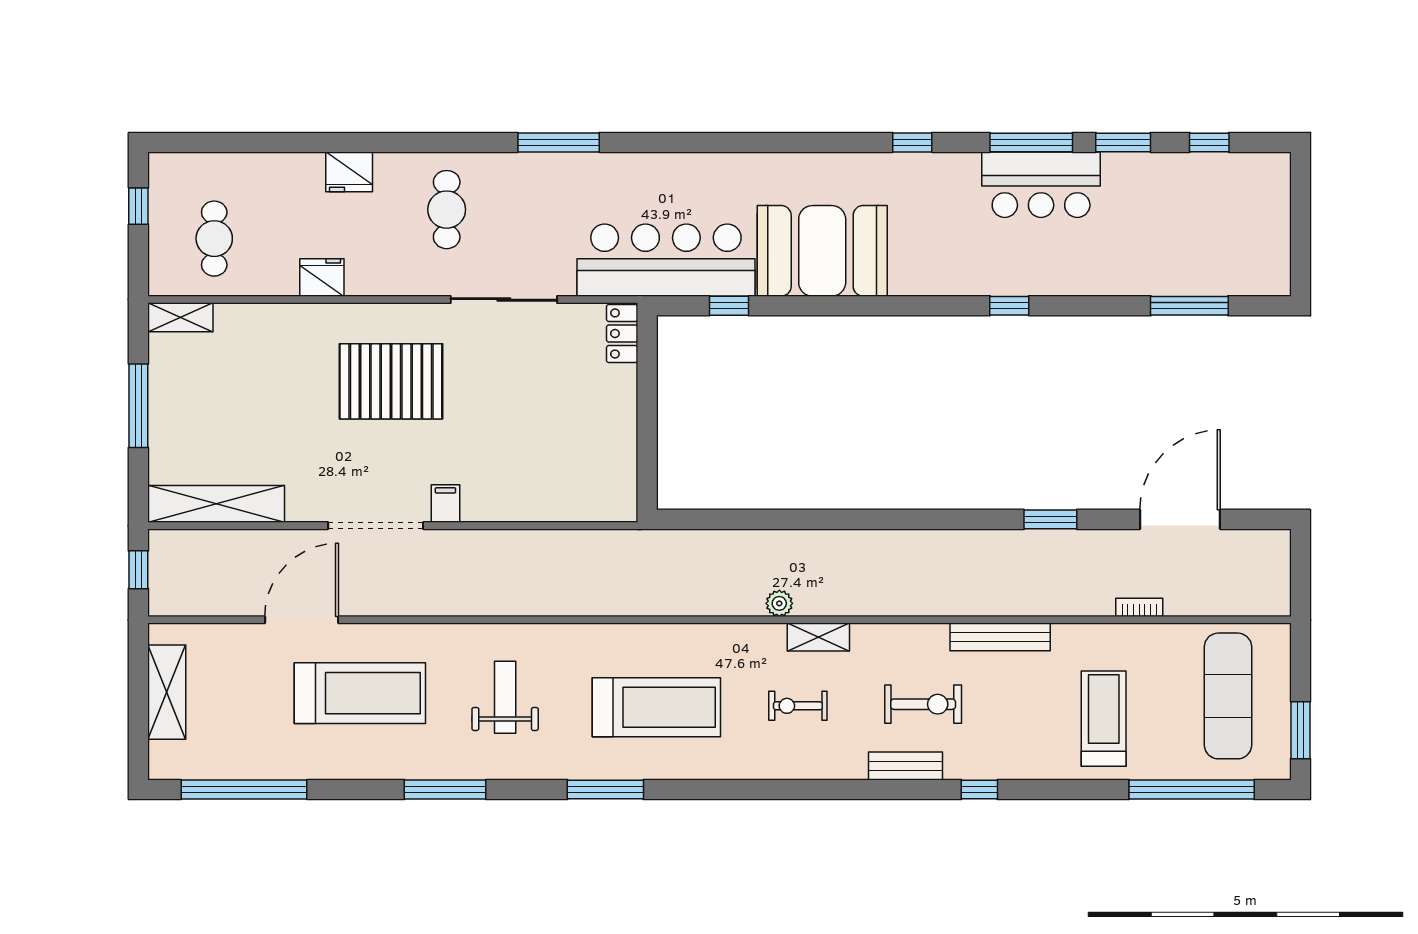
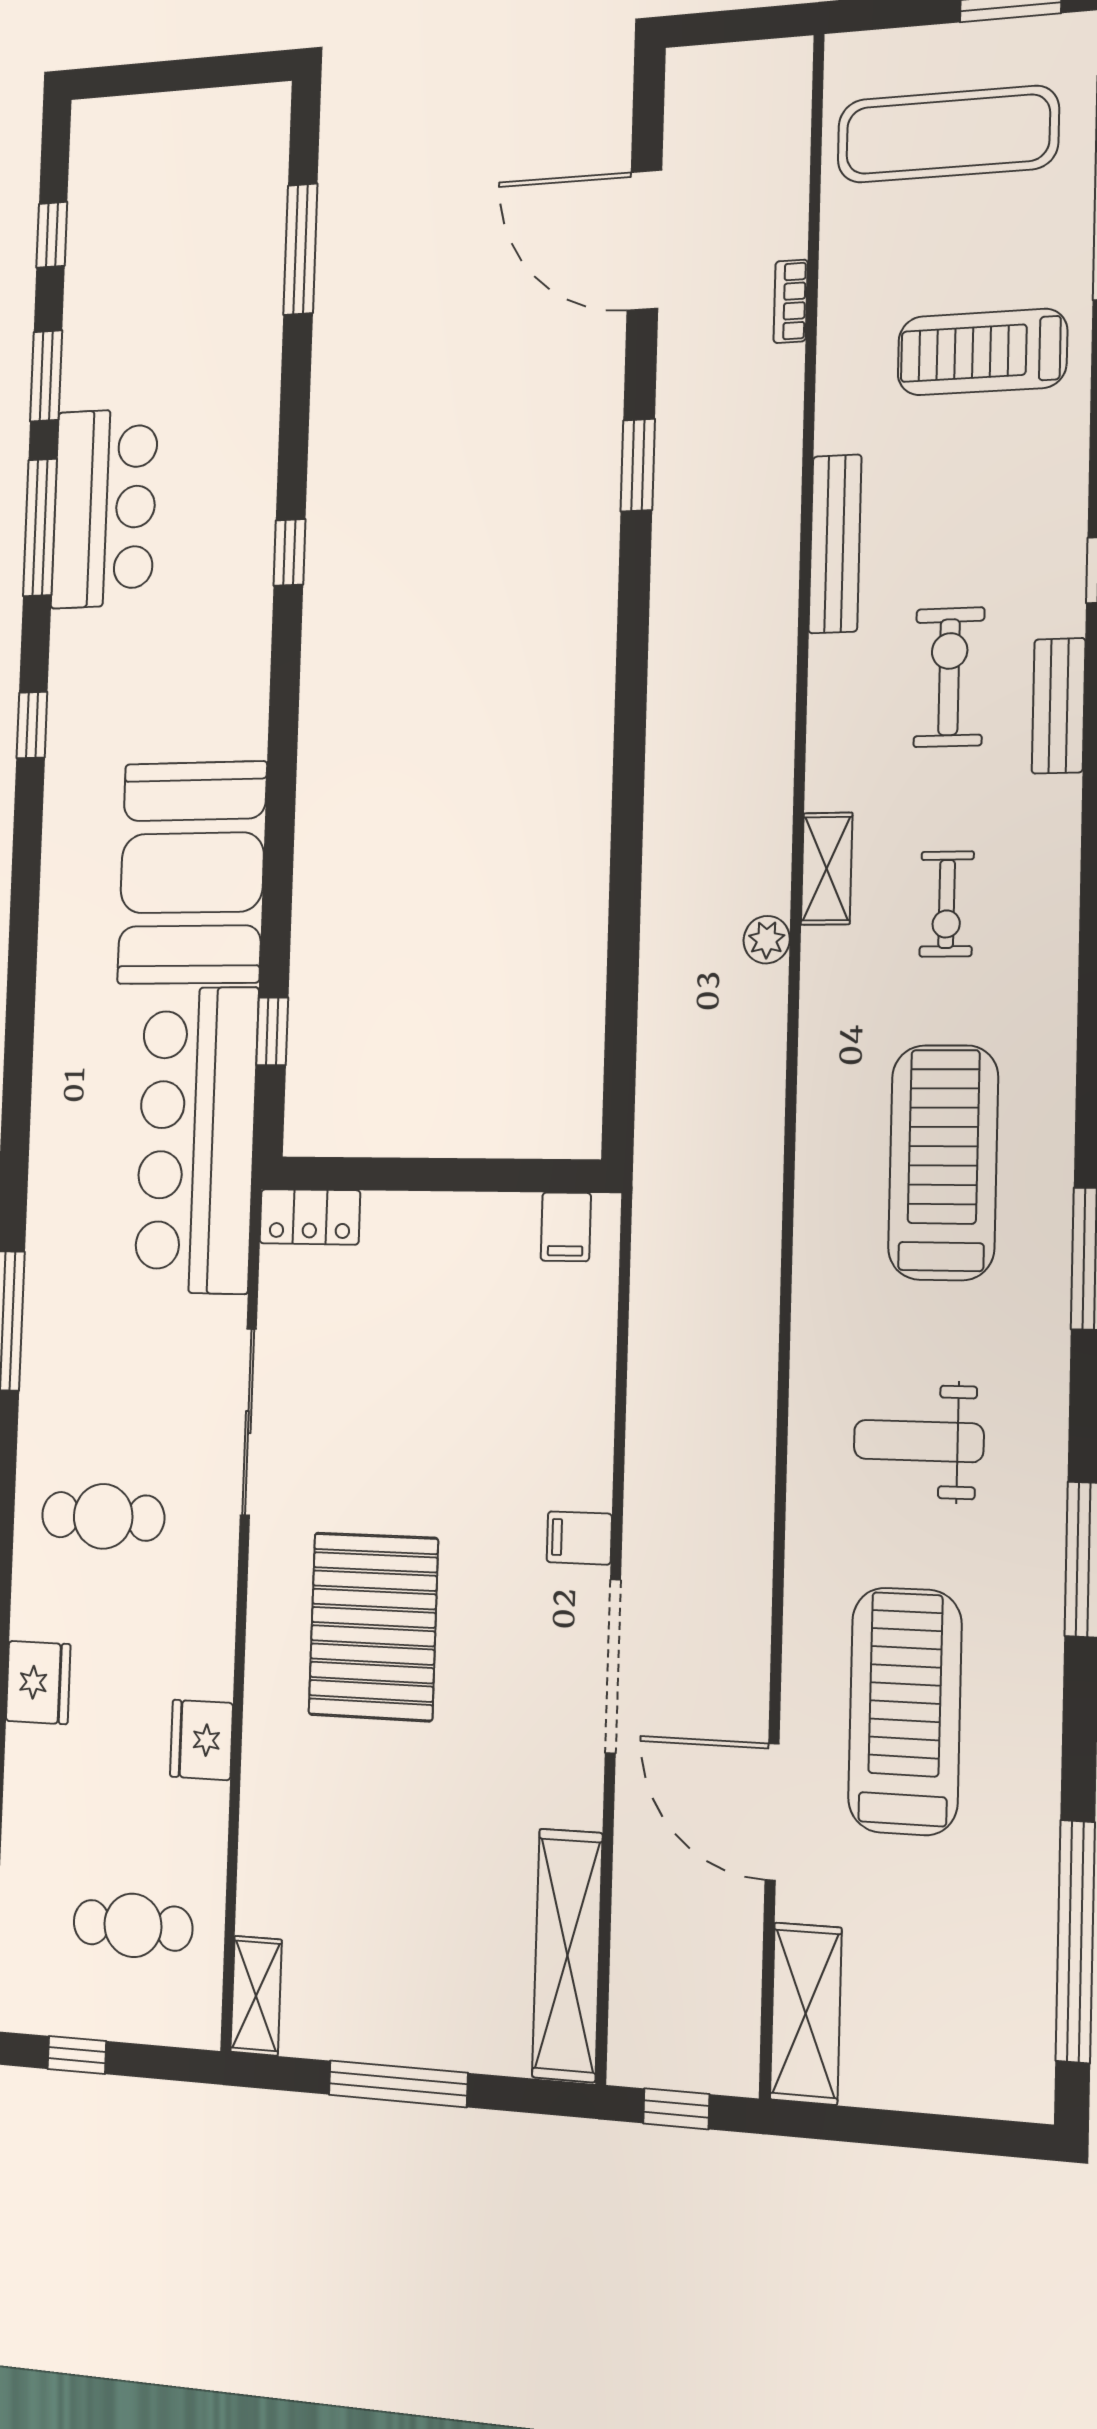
filing cabinet: (619, 490) -> (566, 1227), added
shelving: (167, 692) -> (806, 2014), moved, turned 90

